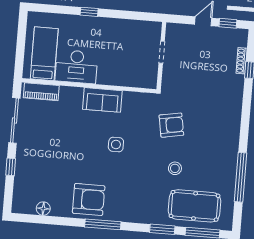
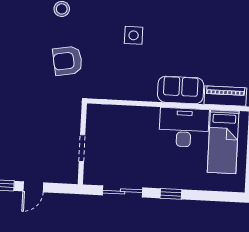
sliding door: (129, 15) -> (123, 191), added
sofa: (102, 100) -> (181, 90), moved

